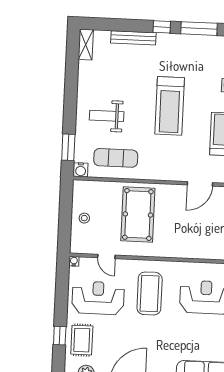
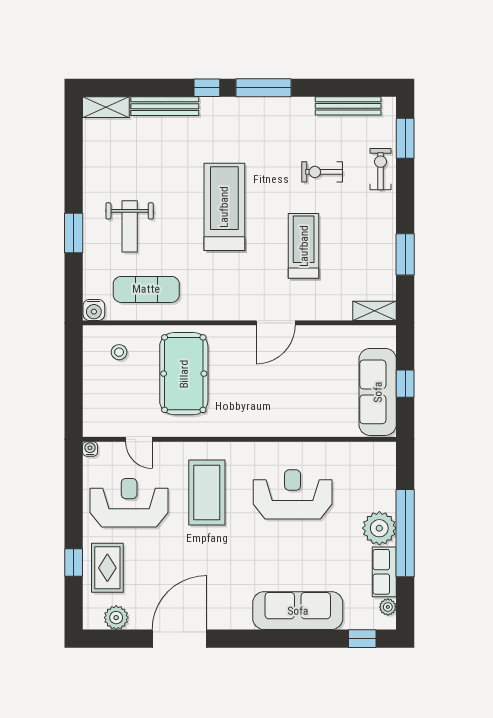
shelving: (86, 45) -> (106, 107), moved, turned 90
treadmill: (170, 106) -> (224, 207), turned 180
weight bench: (107, 116) -> (130, 226), turned -90
window: (68, 147) -> (74, 233), moved
stool: (84, 218) -> (119, 352), moved

